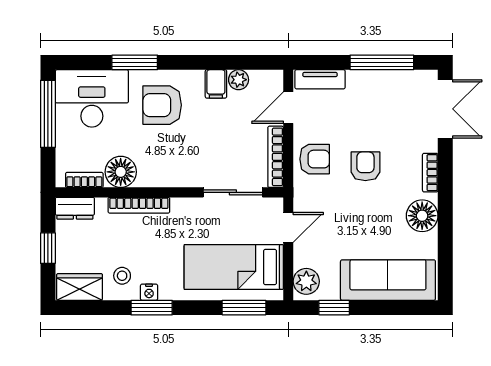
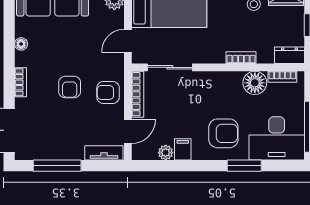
bookcase: (139, 205) -> (241, 58), width x0.64
floor lamp: (422, 216) -> (21, 44), width x0.53, depth x0.53

